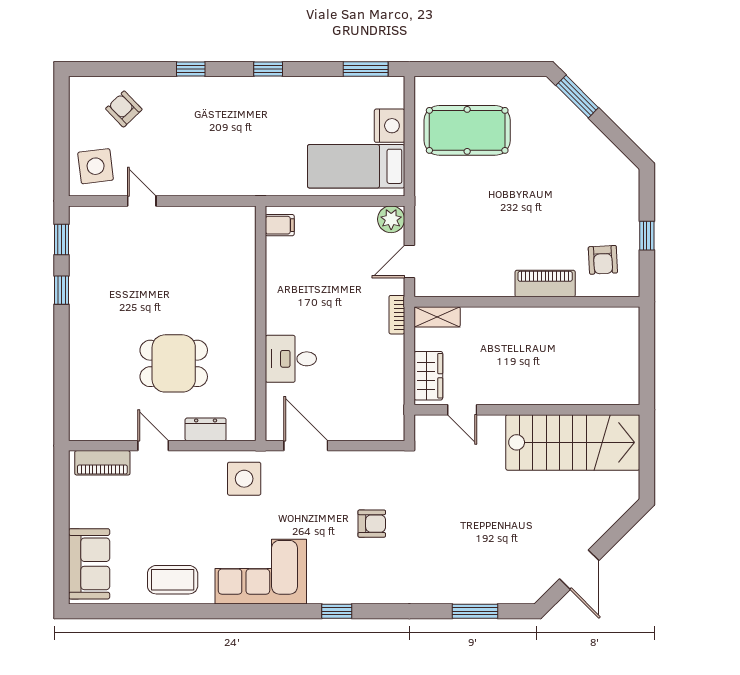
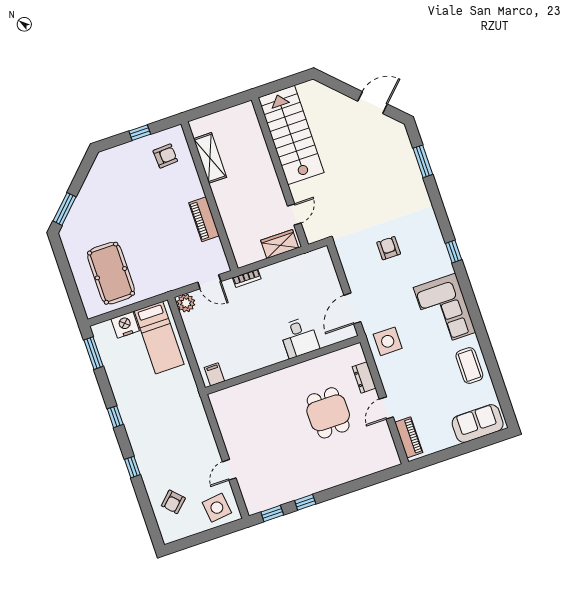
piano: (545, 284) -> (204, 219), moved
shelving: (437, 317) -> (210, 158), moved, width x1.50, depth x1.33

